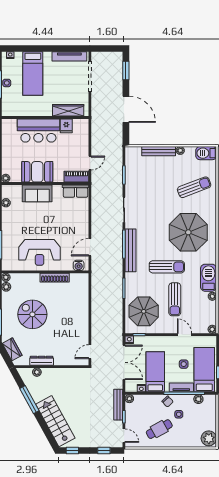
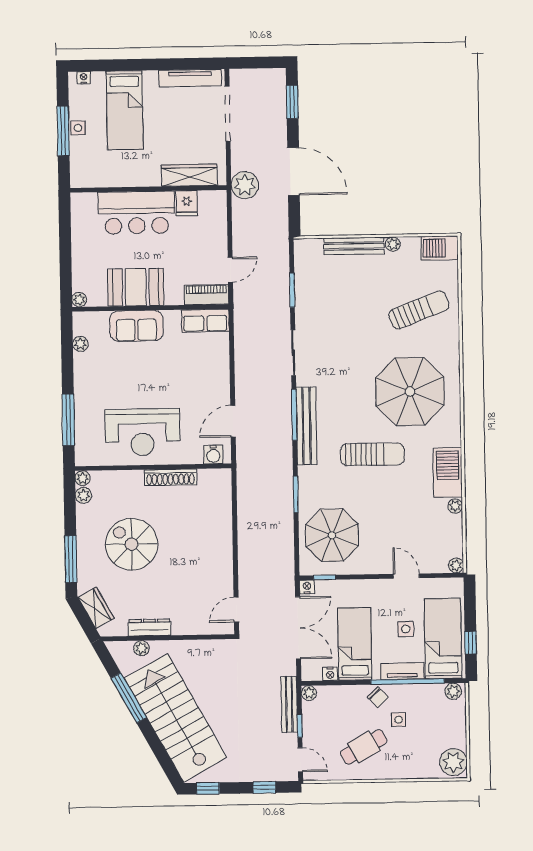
plant: (99, 116) -> (245, 185), added
sun lounger: (175, 299) -> (388, 513), removed
plant: (198, 399) -> (453, 691), moved
stairs: (55, 421) -> (176, 718), width x1.36, depth x1.51

